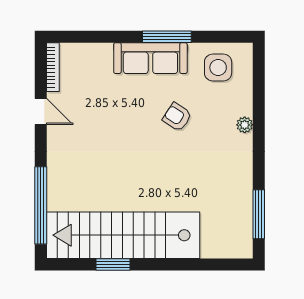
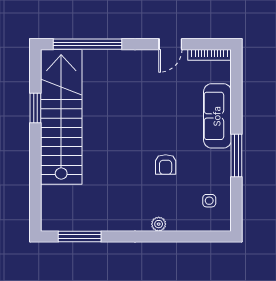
sofa: (150, 58) -> (217, 116), moved
side table: (218, 67) -> (209, 201), width x0.54, depth x0.54
armchair: (177, 117) -> (166, 164), turned 147

